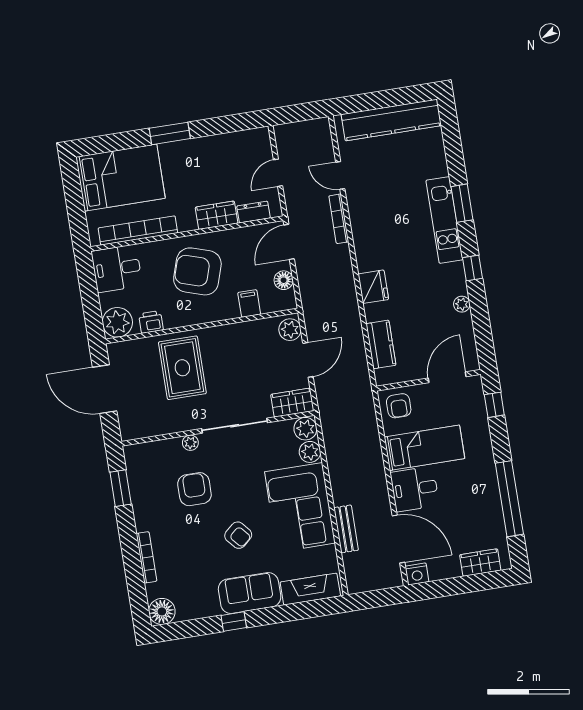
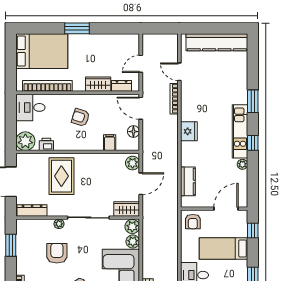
kitchen unit: (444, 220) -> (240, 131), moved
door: (289, 242) -> (141, 108), hinge flipped
armchair: (197, 271) -> (81, 117), width x0.53, depth x0.53
fridge: (373, 287) -> (189, 131), moved
dresser: (145, 429) -> (32, 210), added
bed: (424, 448) -> (223, 248), moved, turned 180

